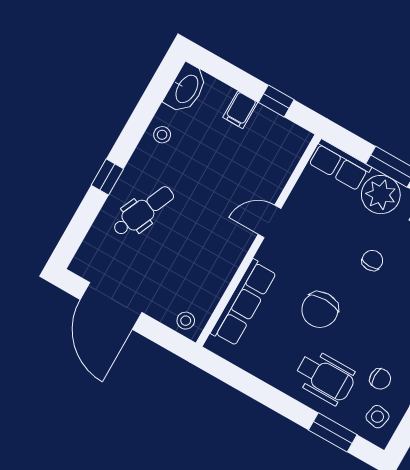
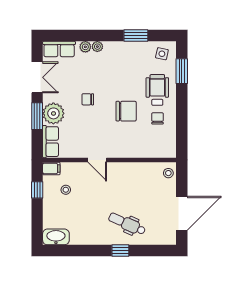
filing cabinet: (240, 110) -> (51, 168), moved
stool: (162, 135) -> (66, 190), moved
row of seats: (243, 303) -> (144, 150), removed
chair: (380, 379) -> (158, 118), moved

